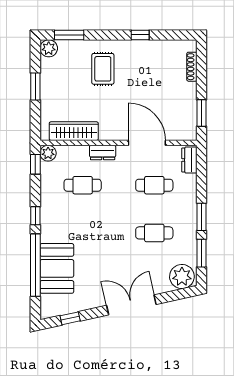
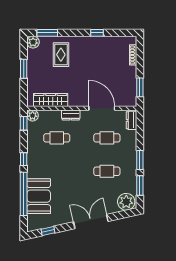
rug: (103, 69) -> (61, 55), moved

